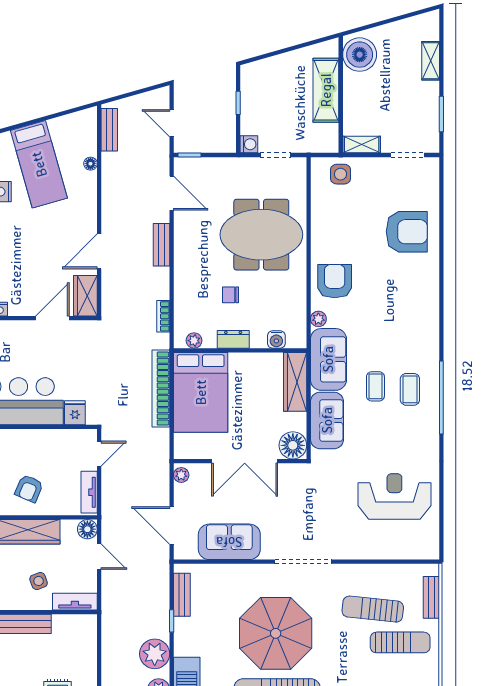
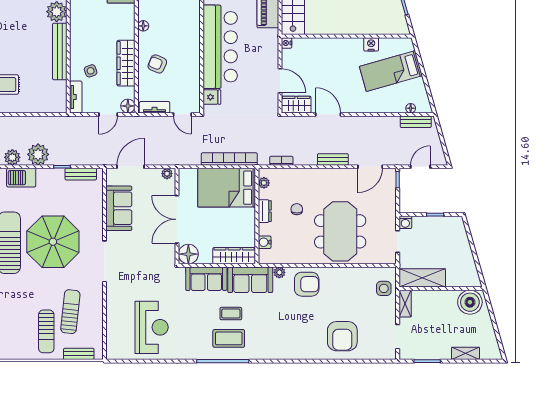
shelving: (326, 90) -> (422, 278), moved
floor lamp: (90, 164) -> (411, 108), moved
coffee table: (410, 389) -> (229, 338), width x1.36, depth x1.30

